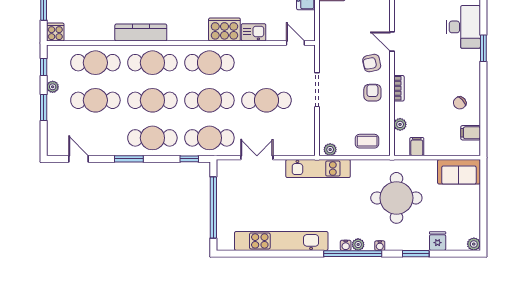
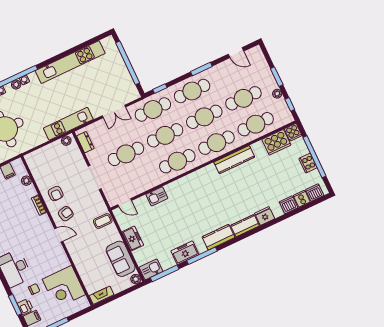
cooker: (224, 29) -> (276, 142), moved
dresser: (308, 137) -> (85, 142), added
coffee table: (367, 141) -> (103, 221), moved

